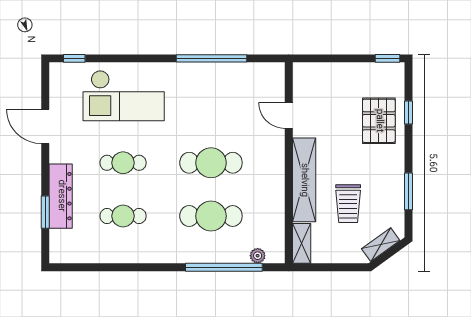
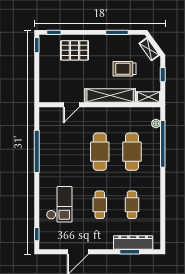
checkout: (124, 96) -> (59, 204), width x0.73, depth x0.83
window: (409, 113) -> (54, 32), moved
dresser: (61, 196) -> (133, 242), moved
trolley: (348, 204) -> (124, 69), turned 180
window: (339, 267) -> (163, 75), added

